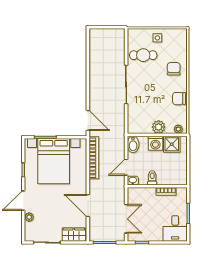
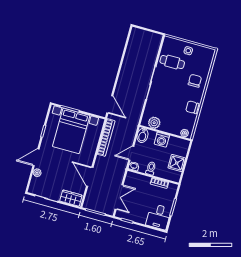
plant: (159, 127) -> (154, 123), moved
shower: (172, 144) -> (177, 163), moved

